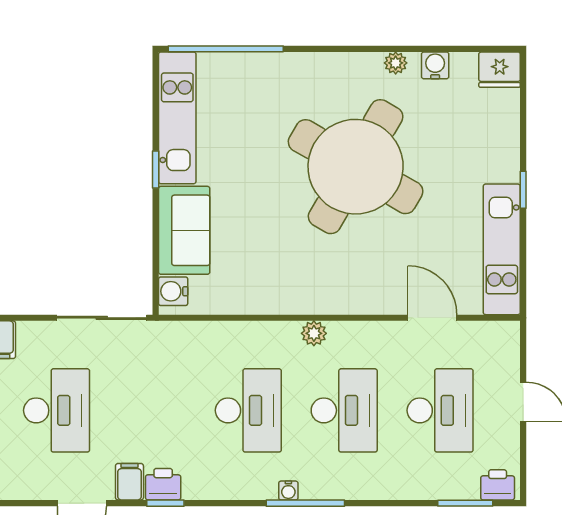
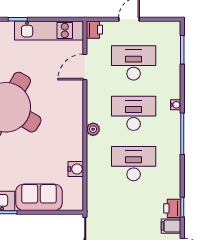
water cooler: (173, 291) -> (76, 169), moved, turned -90
printer: (498, 485) -> (94, 30), moved, turned 180
water cooler: (288, 490) -> (176, 105), moved

